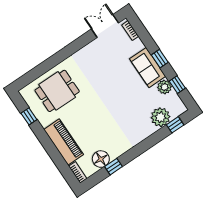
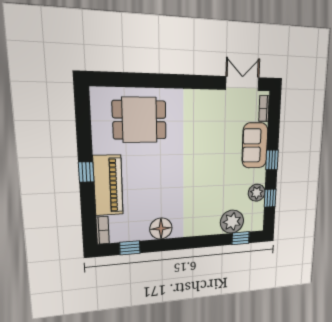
sofa: (148, 68) -> (255, 145), moved
window: (29, 116) -> (86, 172), moved
floor lamp: (101, 159) -> (161, 229), moved
window: (113, 167) -> (130, 248), moved

